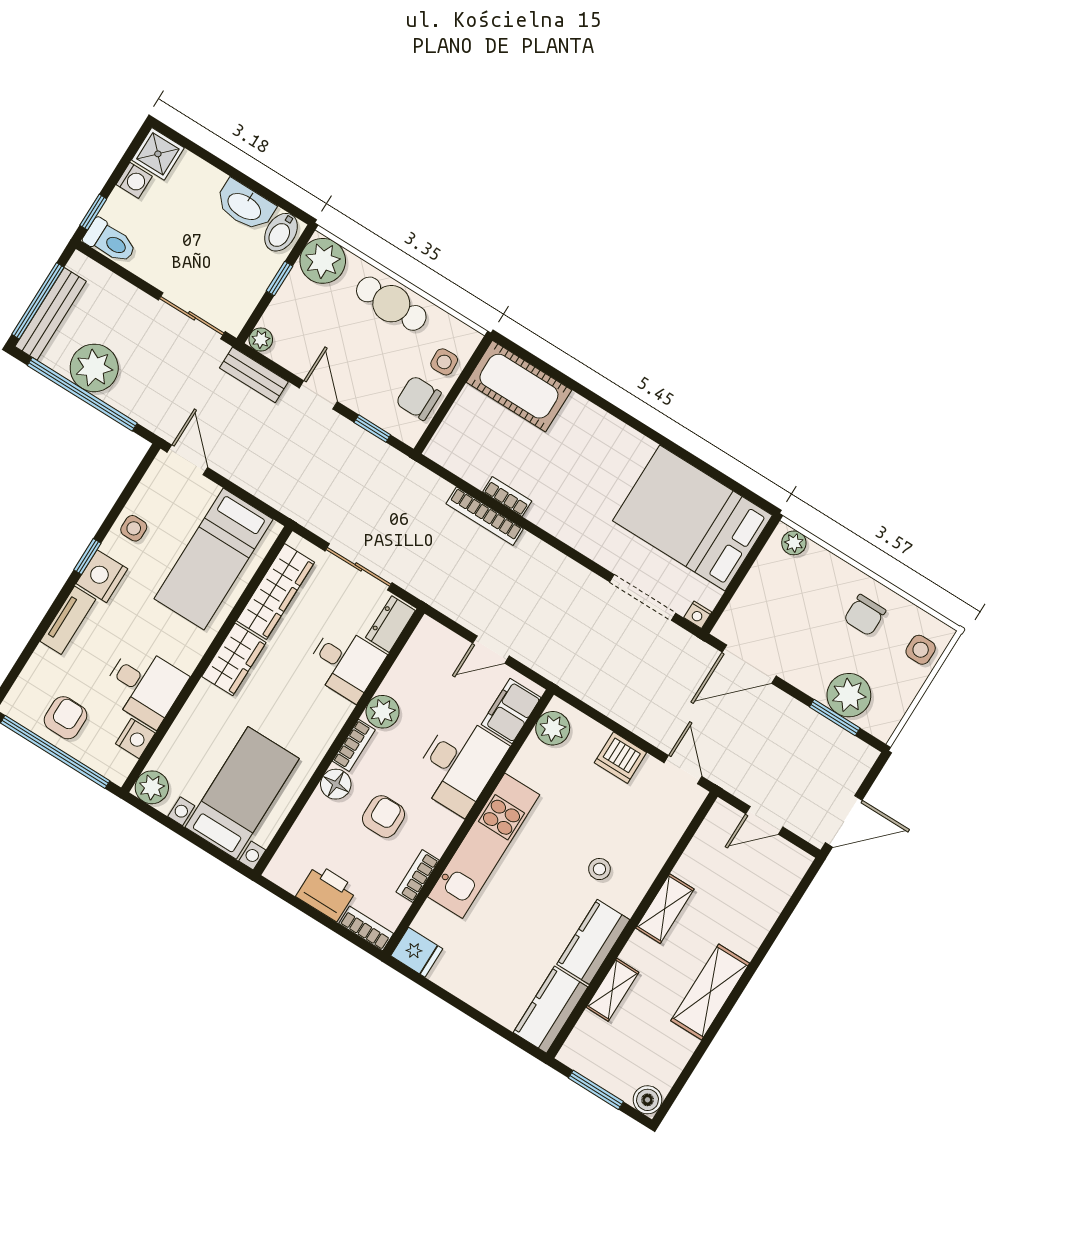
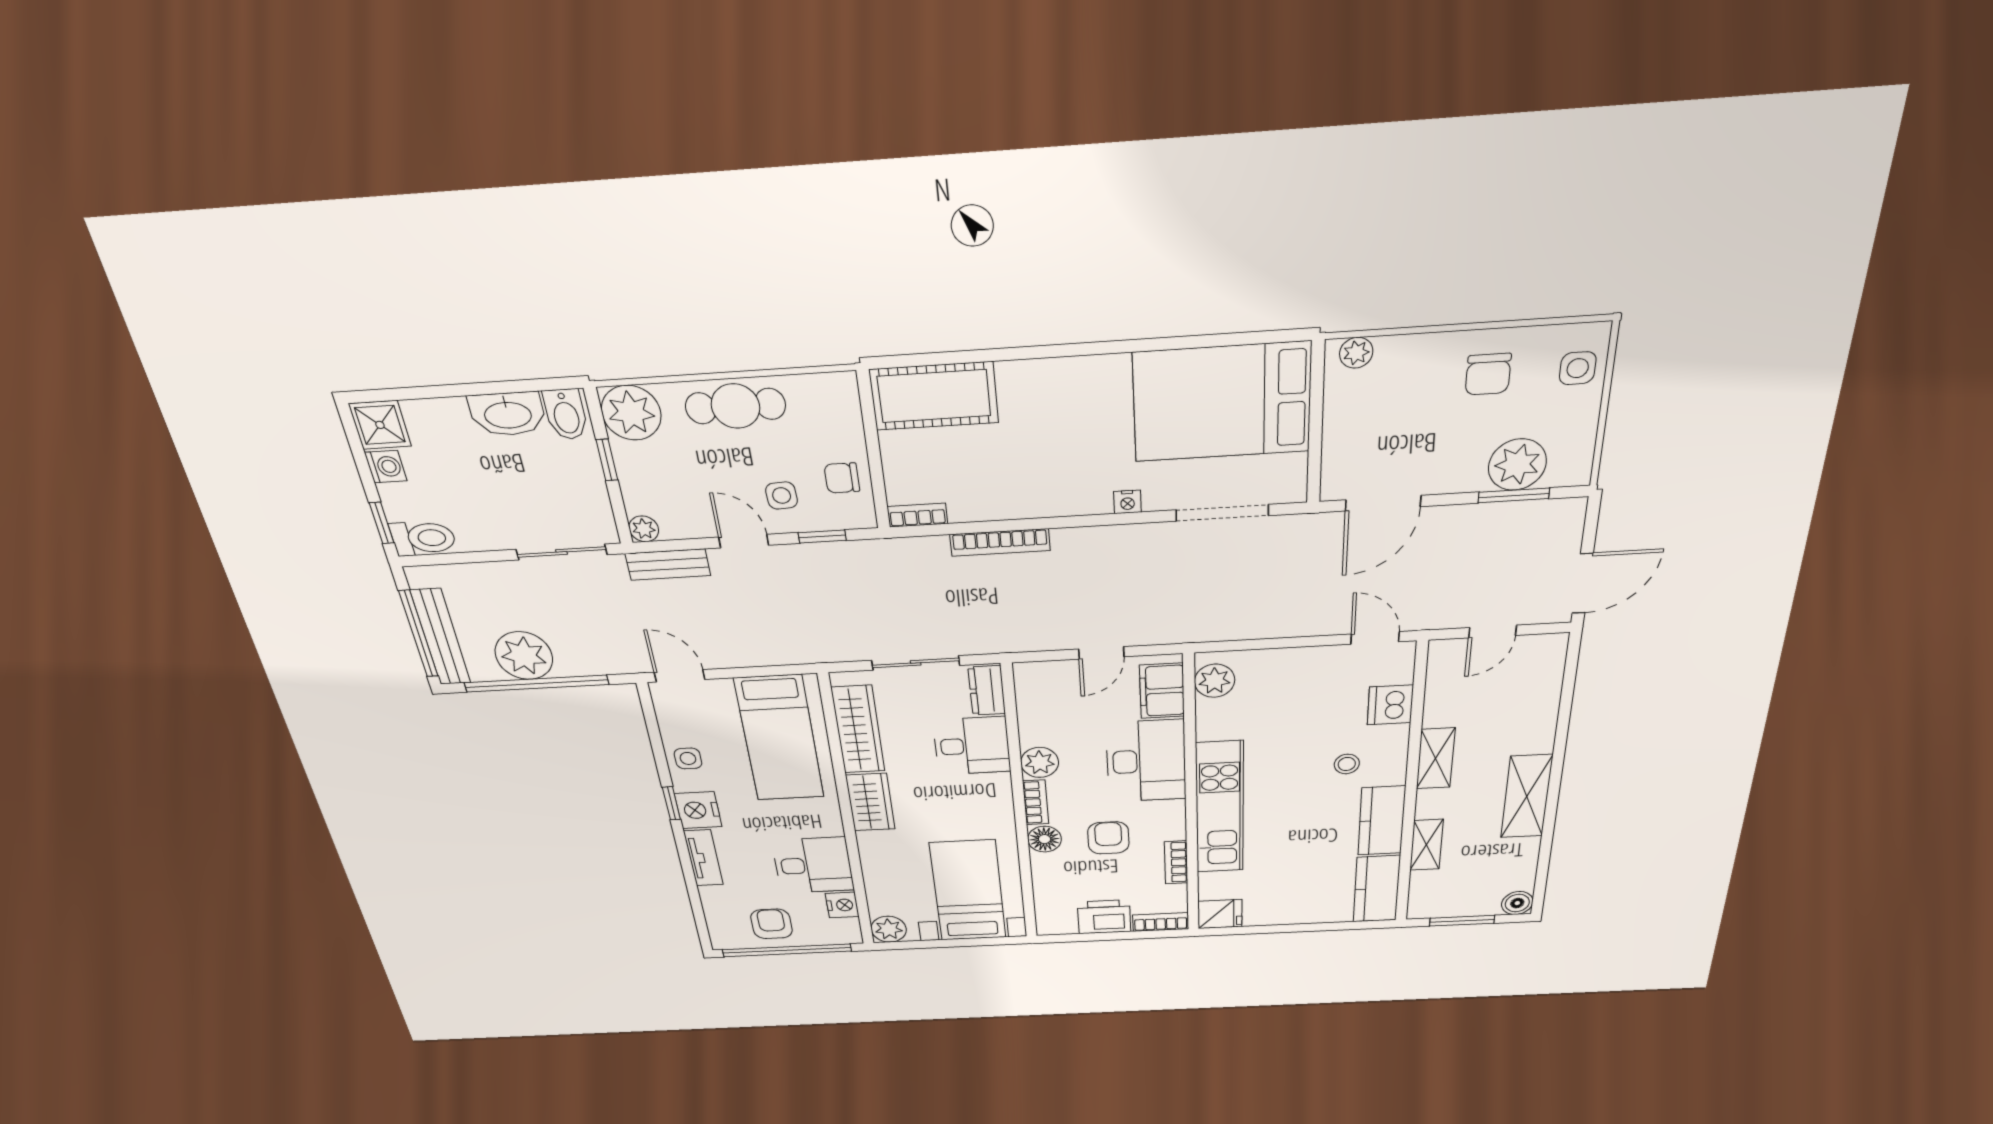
side table: (444, 362) -> (782, 496), moved
chair: (418, 398) -> (842, 478), width x0.73, depth x0.73
bookcase: (507, 496) -> (917, 515), moved
nightstand: (698, 615) -> (1127, 502), moved
dishwasher: (620, 758) -> (1390, 705), moved, turned 90

